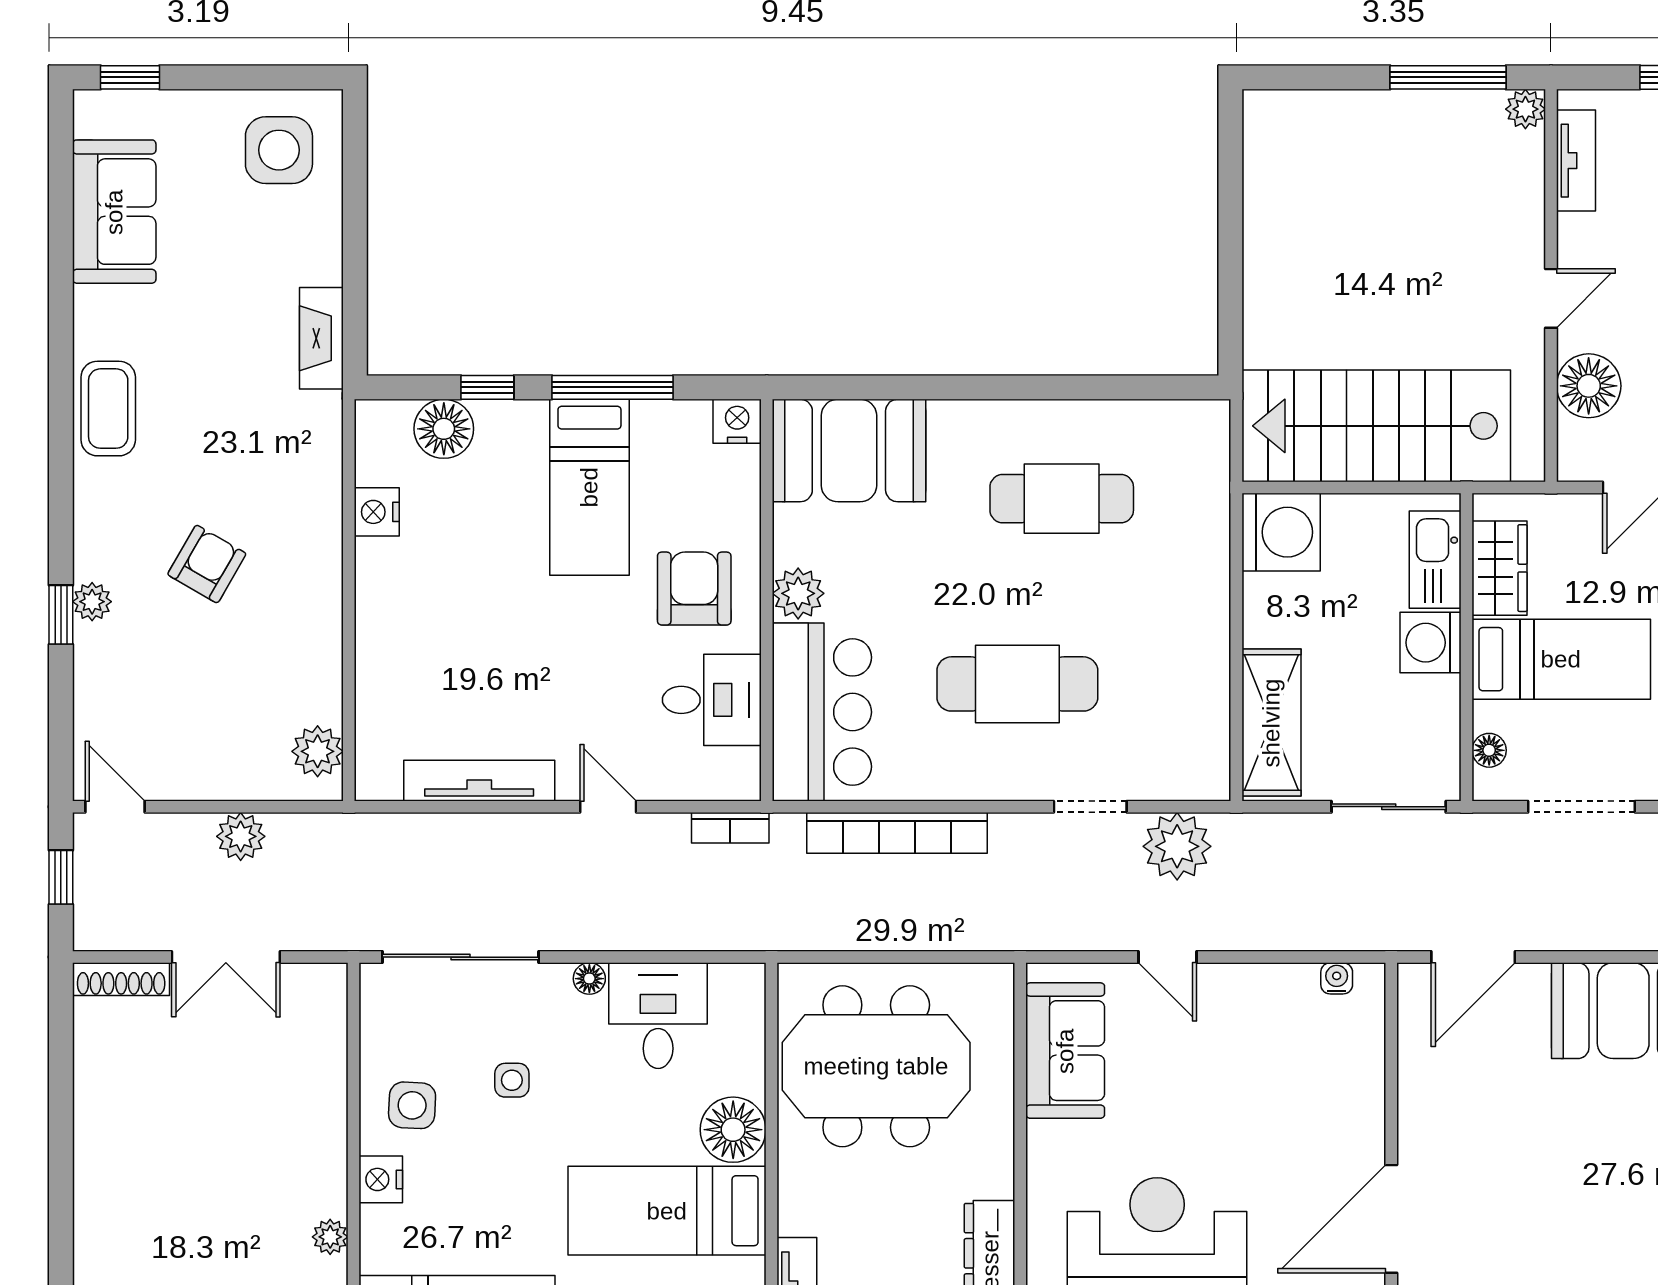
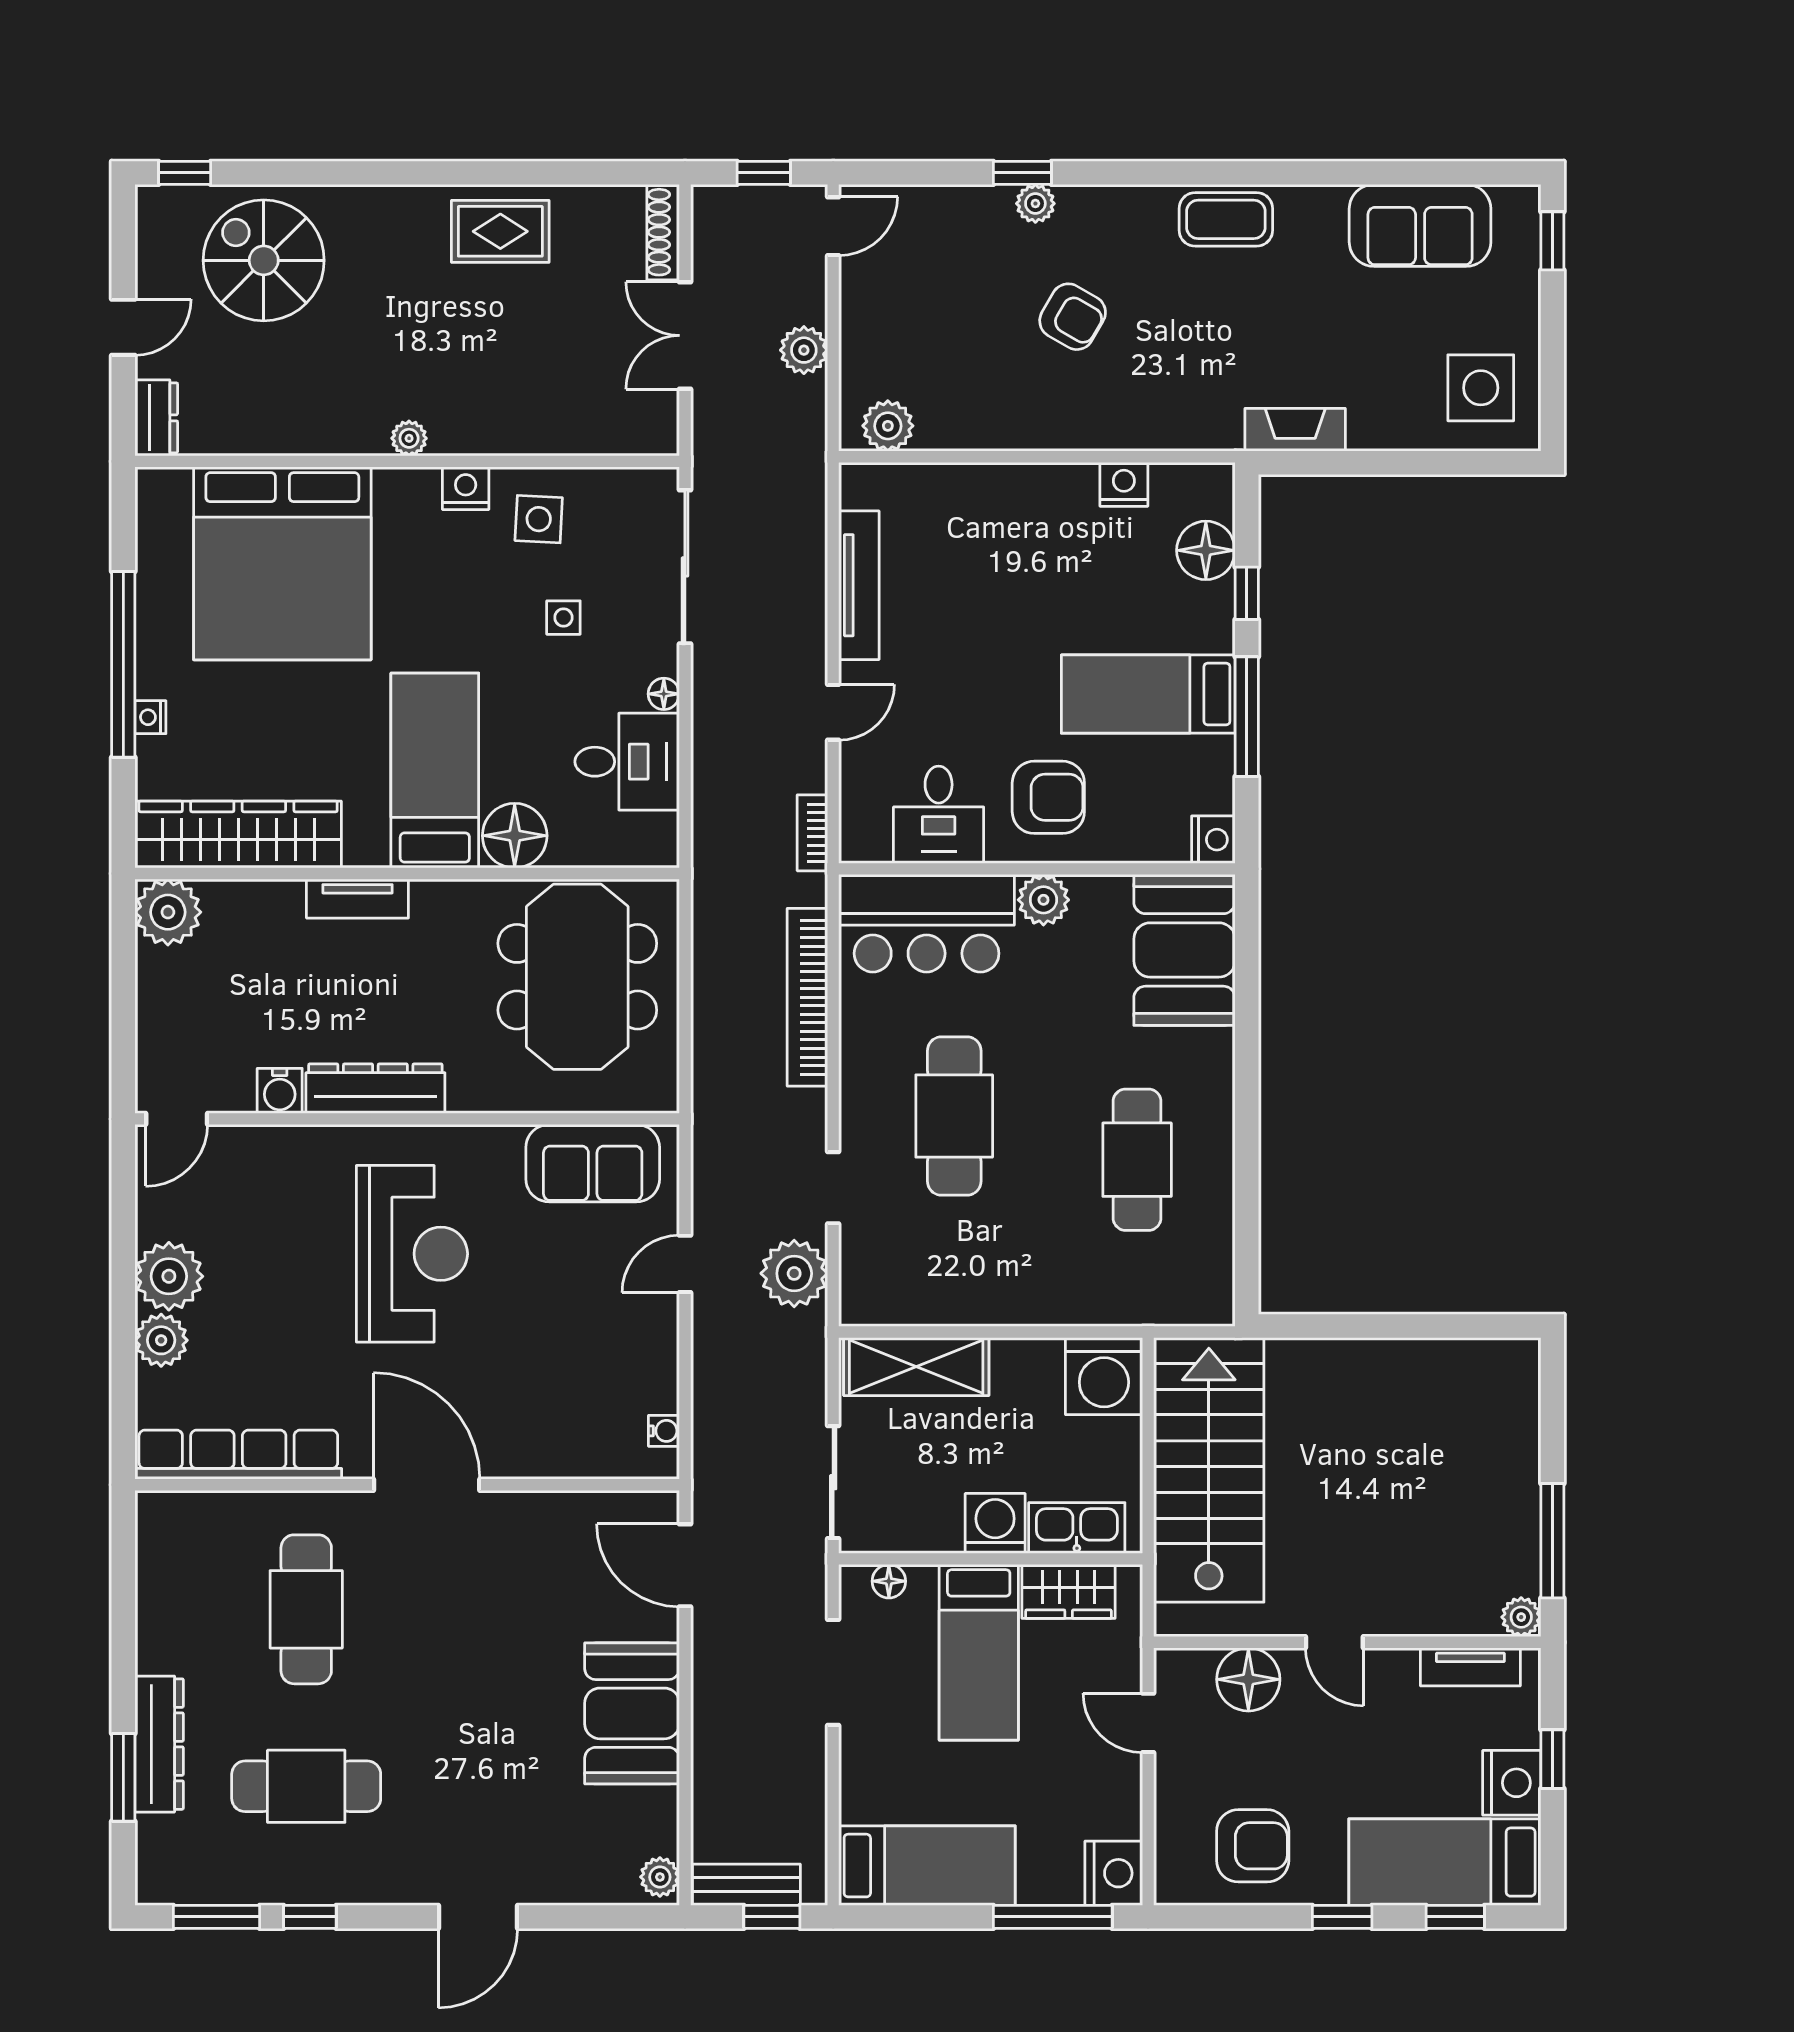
rug: (120, 1144) -> (500, 231), added

